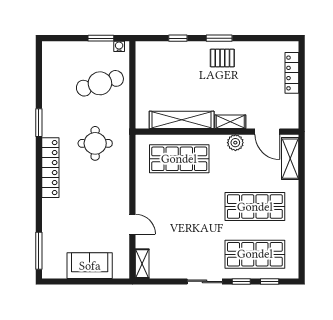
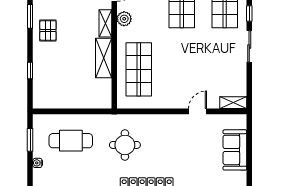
window: (219, 38) -> (30, 16), moved
water cooler: (119, 46) -> (38, 163), moved
cafe table: (100, 83) -> (71, 141), turned -73
shelving: (182, 120) -> (104, 58), width x0.68

